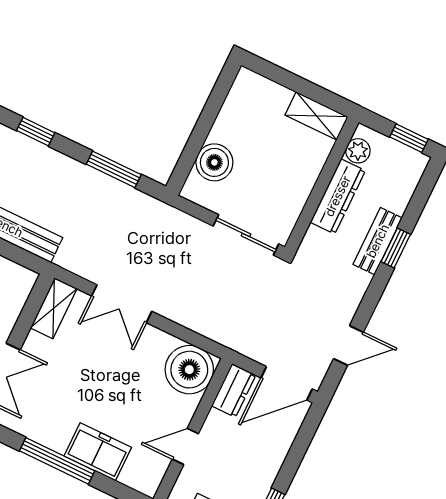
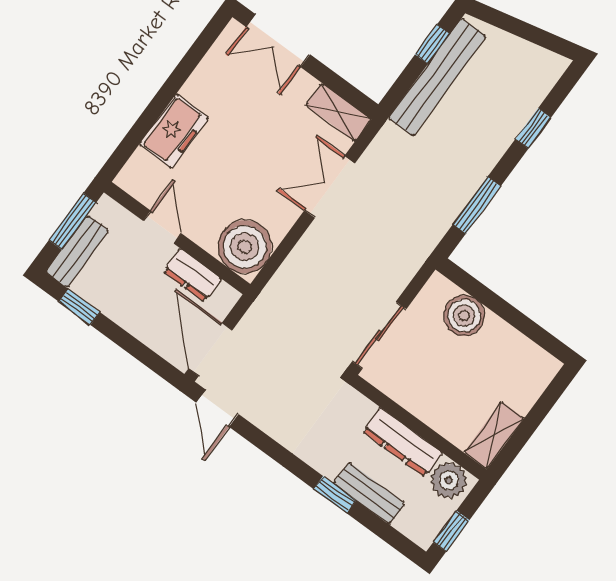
plant: (358, 151) -> (449, 480), width x1.38, depth x1.38
bench: (378, 241) -> (369, 493), moved
door: (349, 346) -> (217, 408), moved
dresser: (234, 390) -> (192, 275), moved
window: (57, 461) -> (172, 85), removed

